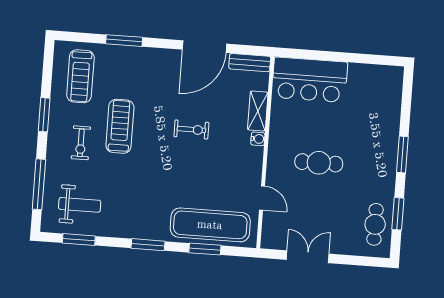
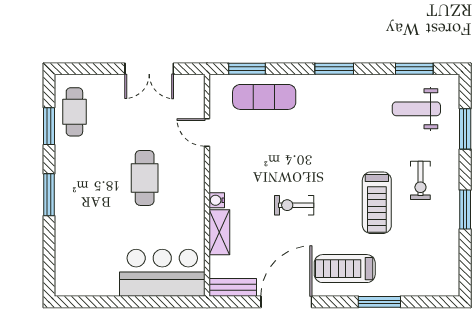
treadmill: (80, 76) -> (345, 269), moved, turned -90
exercise bike: (81, 143) -> (420, 180), turned 180
cafe table: (319, 163) -> (145, 178), turned 90
window: (39, 184) -> (465, 129), width x0.69
exercise mat: (210, 225) -> (264, 97), width x0.73, depth x0.69
window: (205, 249) -> (247, 69), moved

